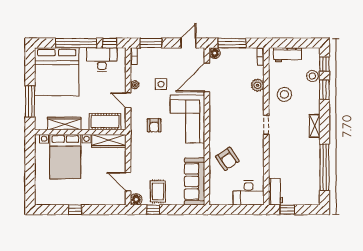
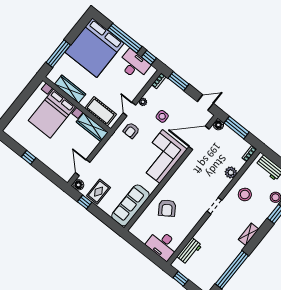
armchair: (154, 125) -> (131, 130), moved
workbench: (275, 192) -> (189, 251), moved

